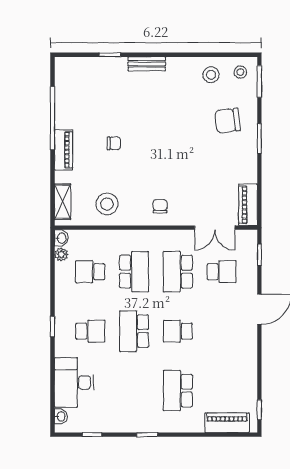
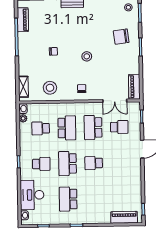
stool: (211, 75) -> (87, 56), moved
piano: (64, 150) -> (23, 20), moved
school desk: (178, 391) -> (68, 199), moved

